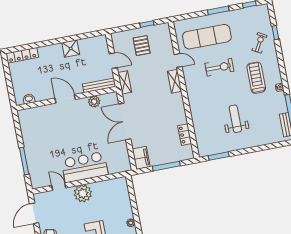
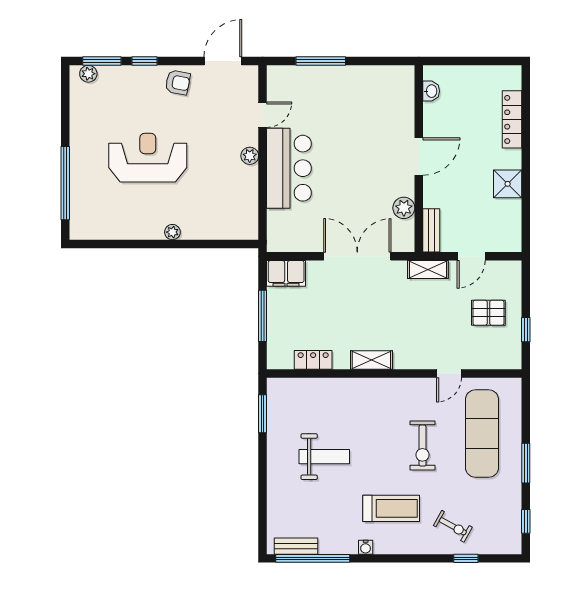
locker: (22, 55) -> (512, 119), moved
shelving: (175, 81) -> (371, 360), moved
bench: (99, 85) -> (431, 230), width x0.73
plant: (83, 193) -> (250, 156), width x0.53, depth x0.53
door: (34, 213) -> (223, 61), hinge flipped

